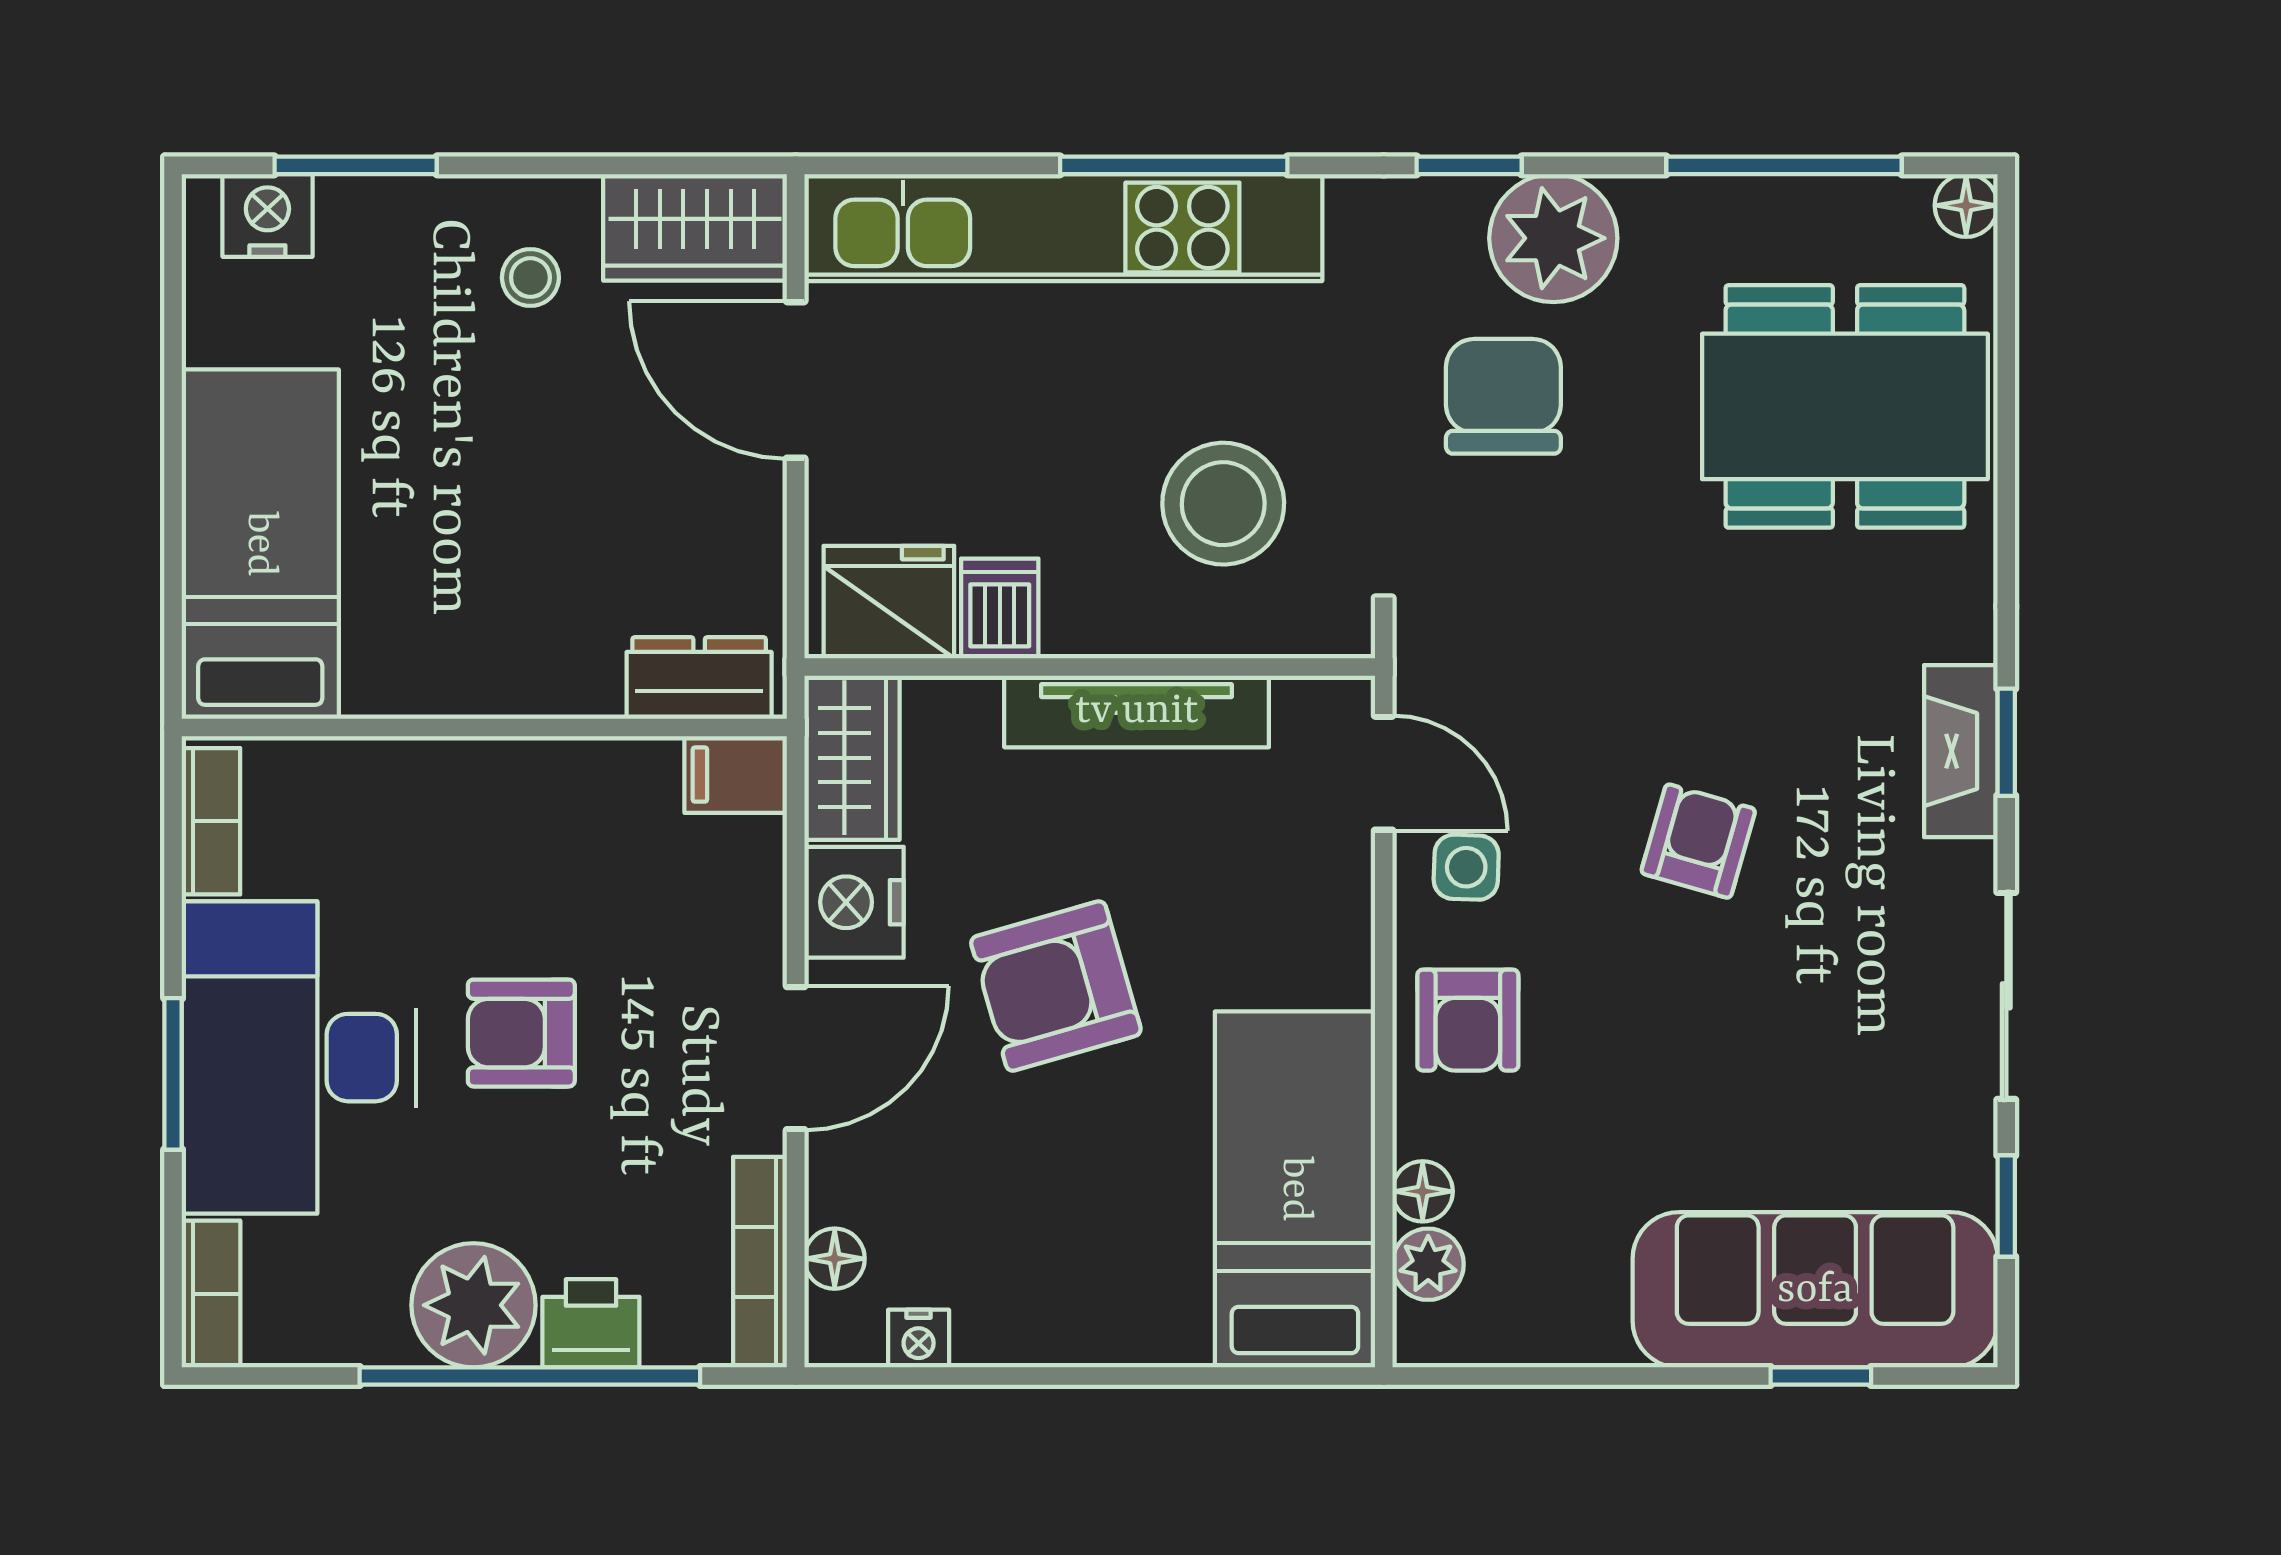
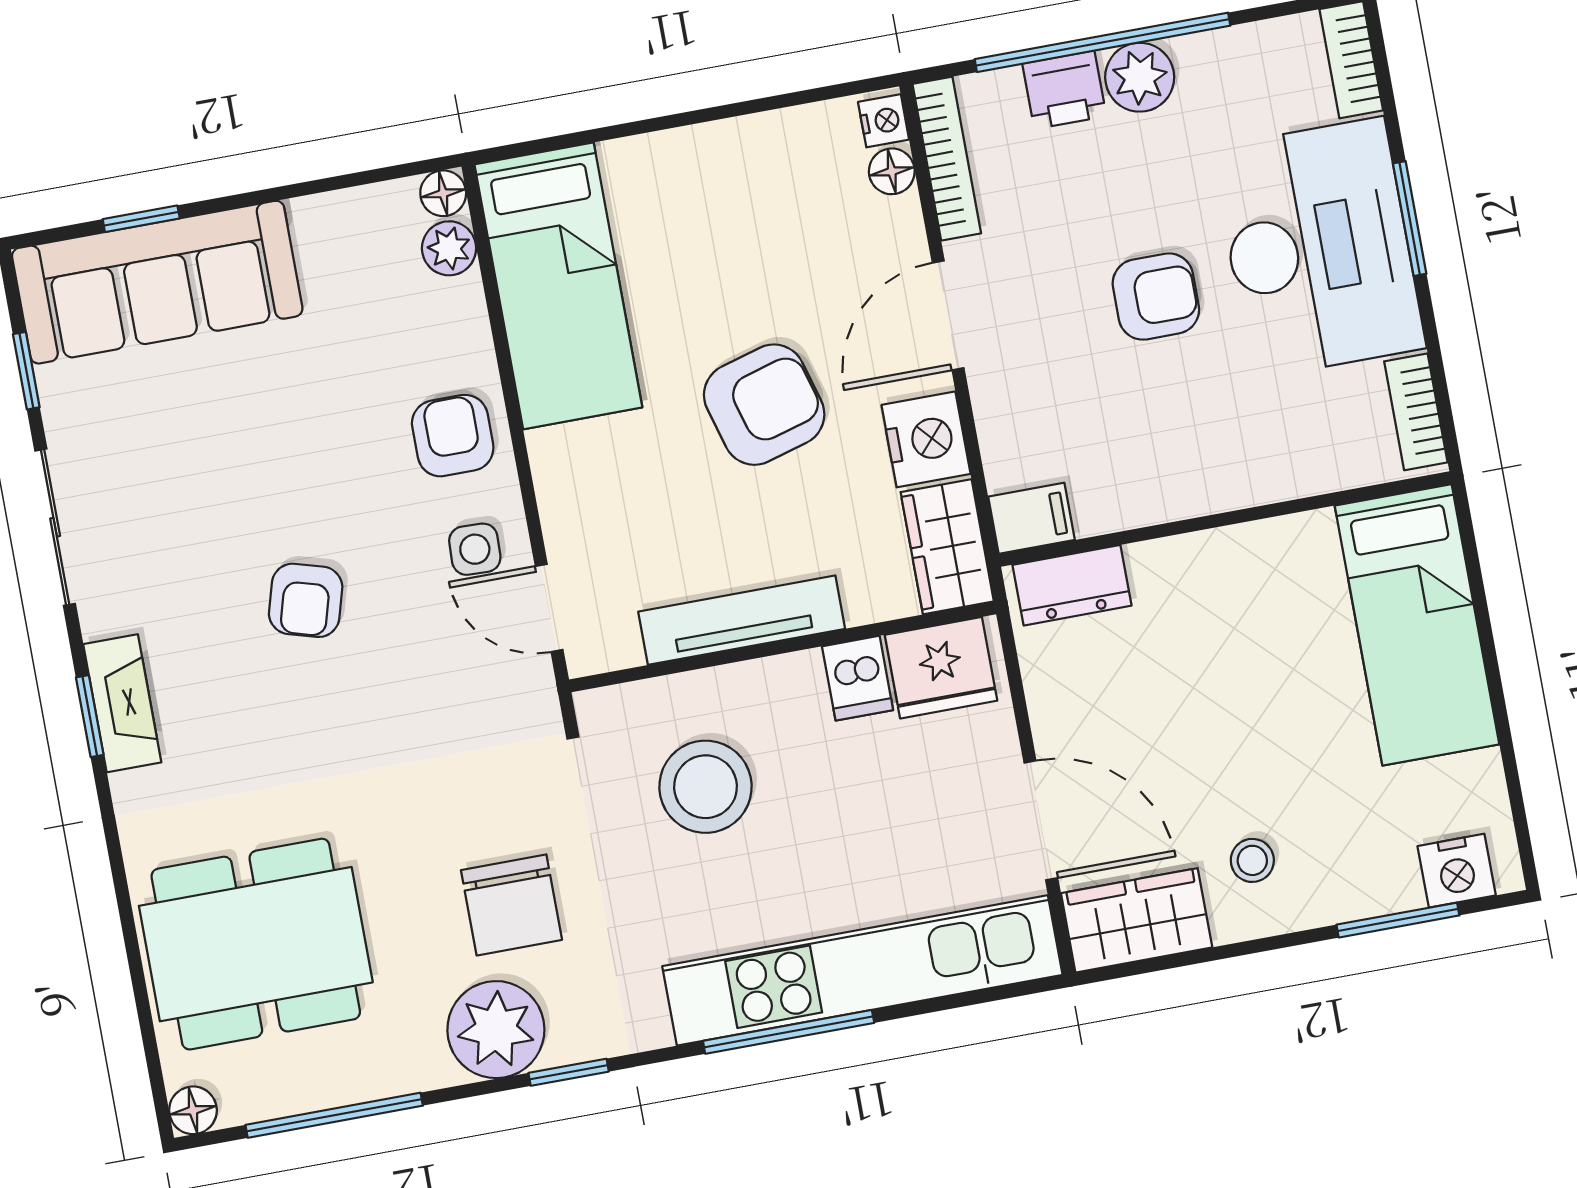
floor lamp: (1423, 1191) -> (443, 193), moved
plant: (473, 1305) -> (1140, 77), width x0.73, depth x0.73
nightstand: (919, 1339) -> (884, 121), moved, turned 90

